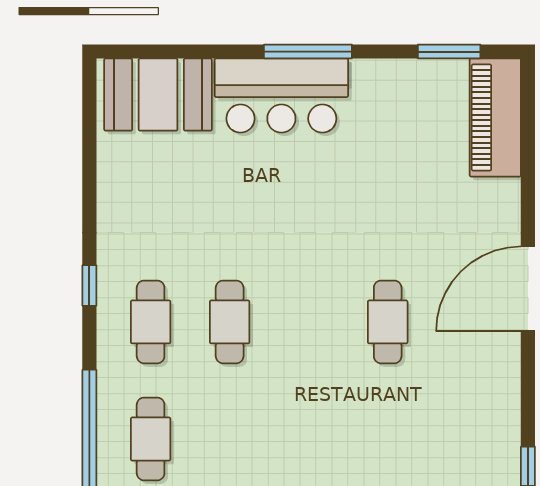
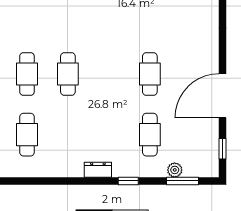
door: (528, 289) -> (223, 96), moved
cafe table: (388, 439) -> (150, 135), added

